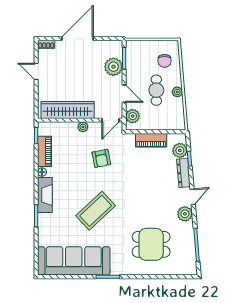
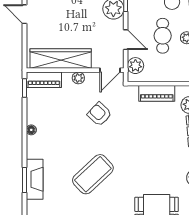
piano: (44, 151) -> (44, 80), moved, turned 90
armchair: (101, 158) -> (99, 114), turned 144
fireplace: (45, 195) -> (35, 179), moved

